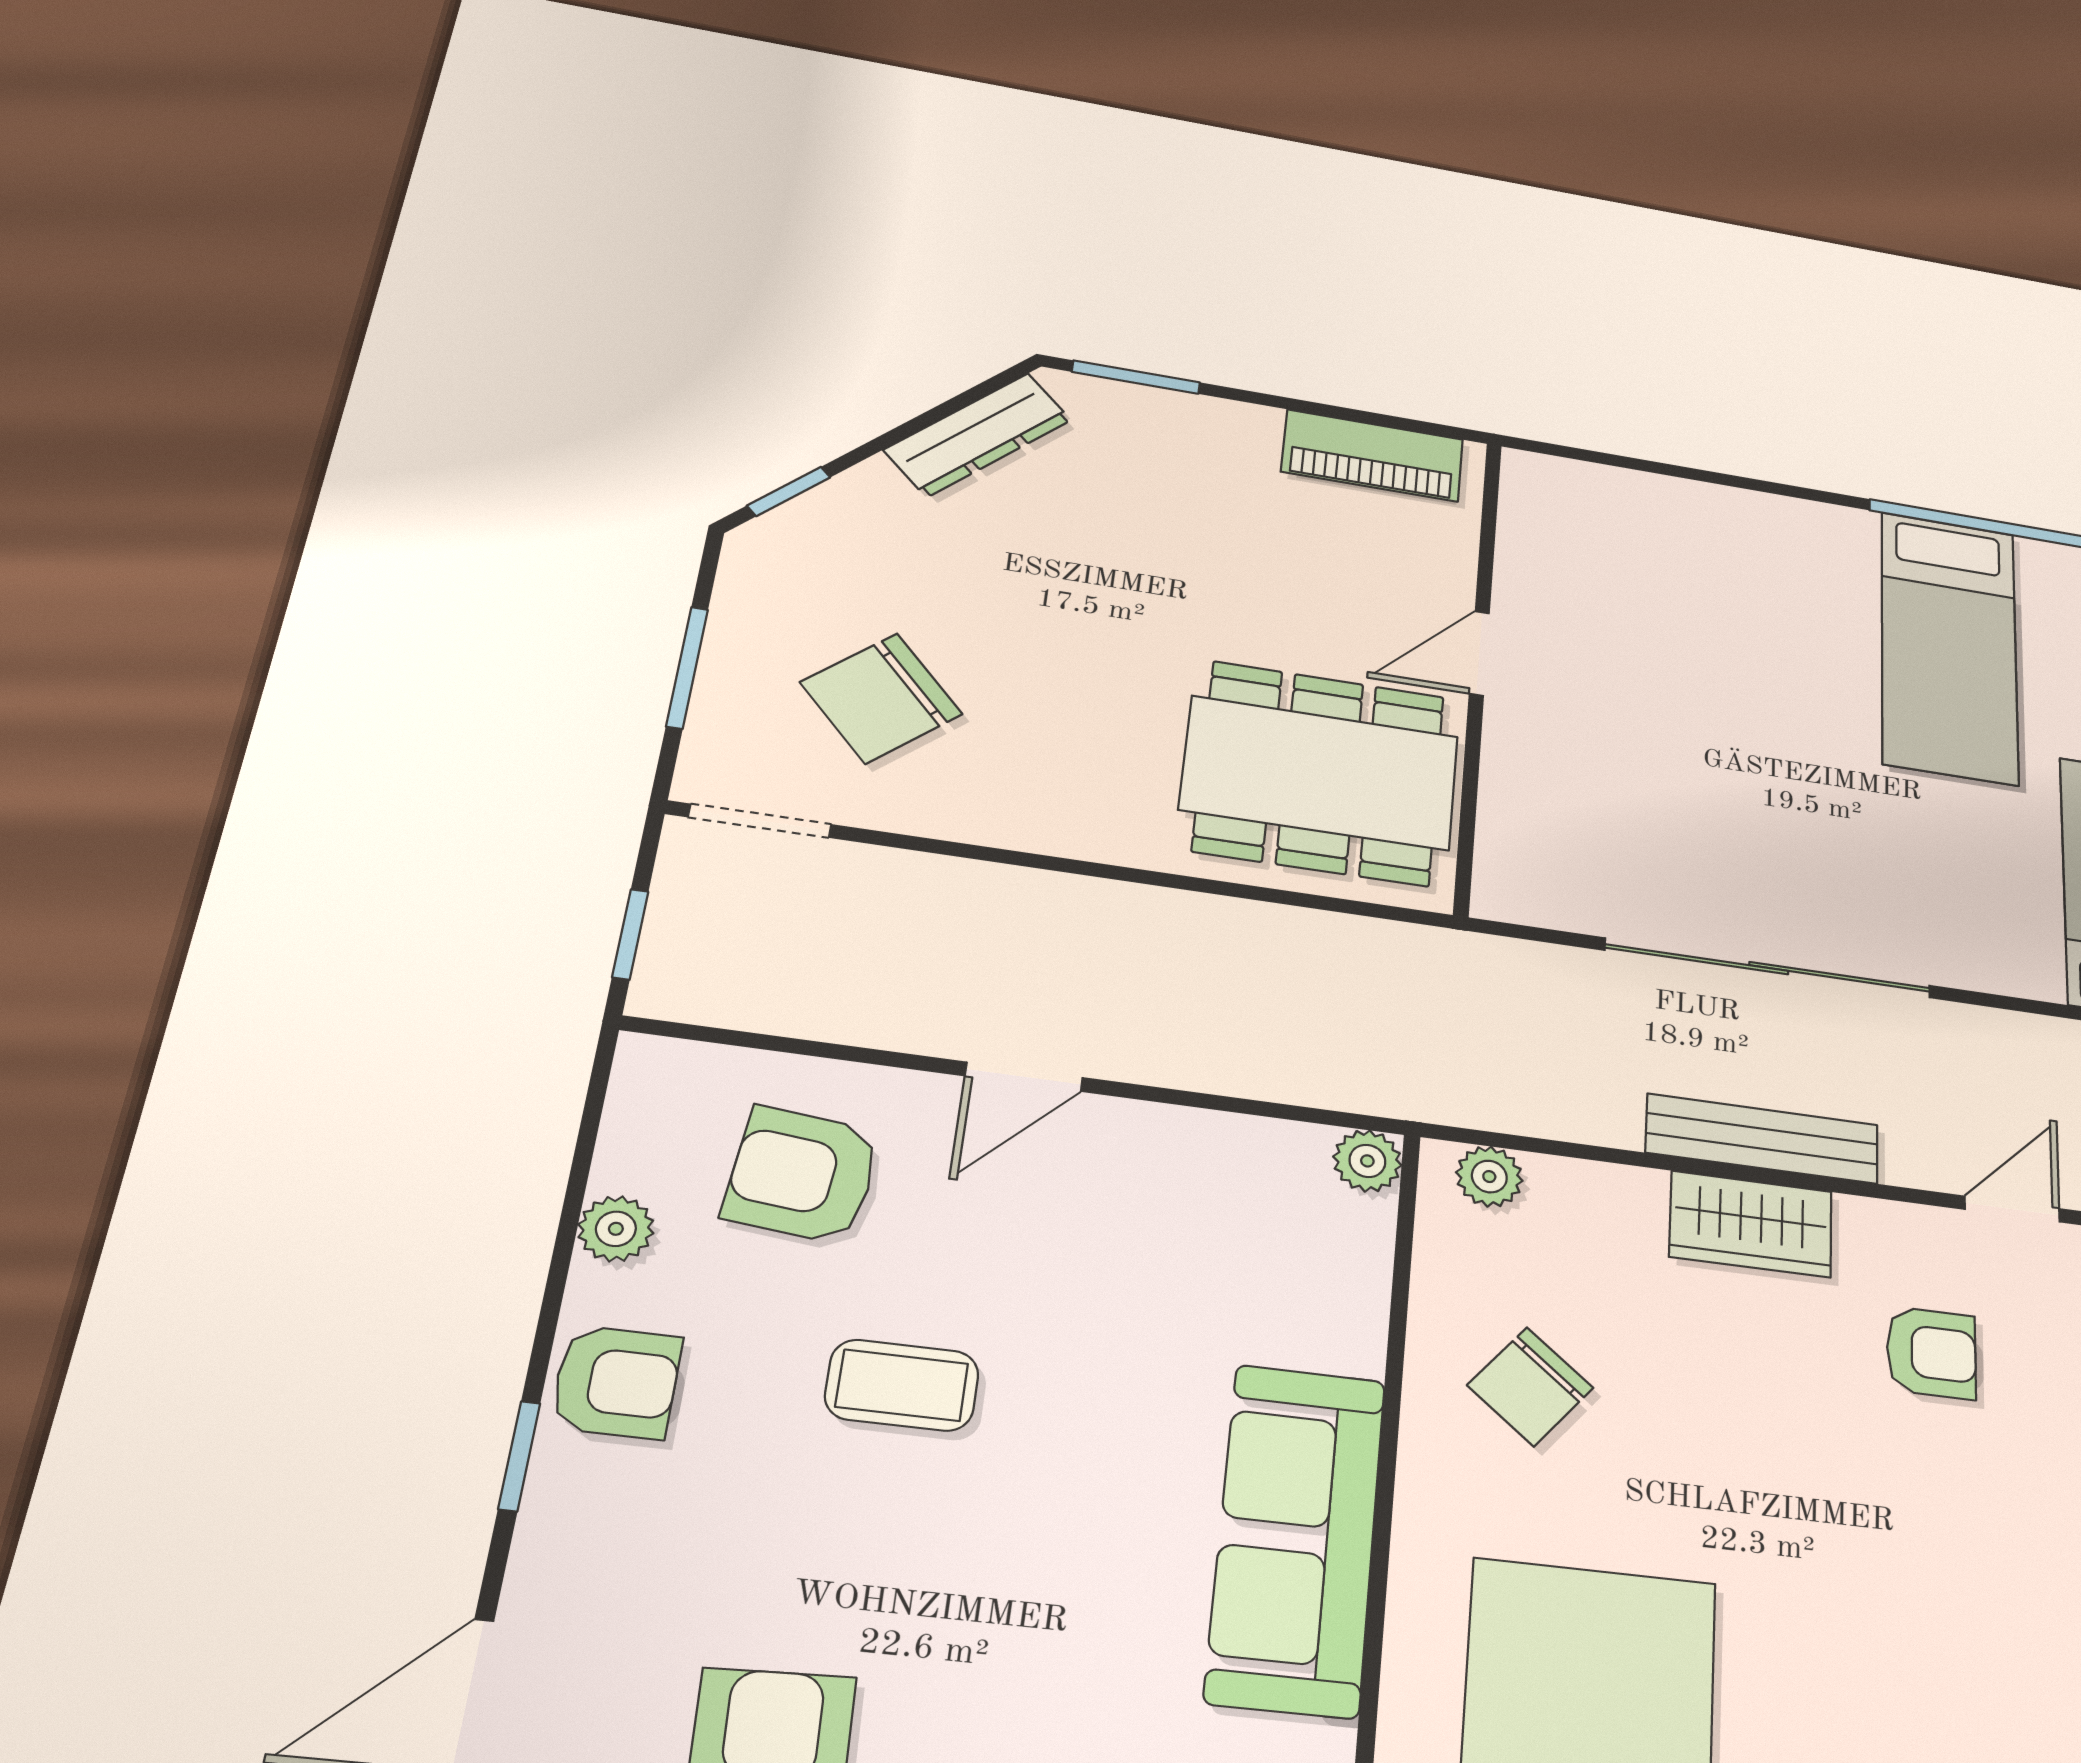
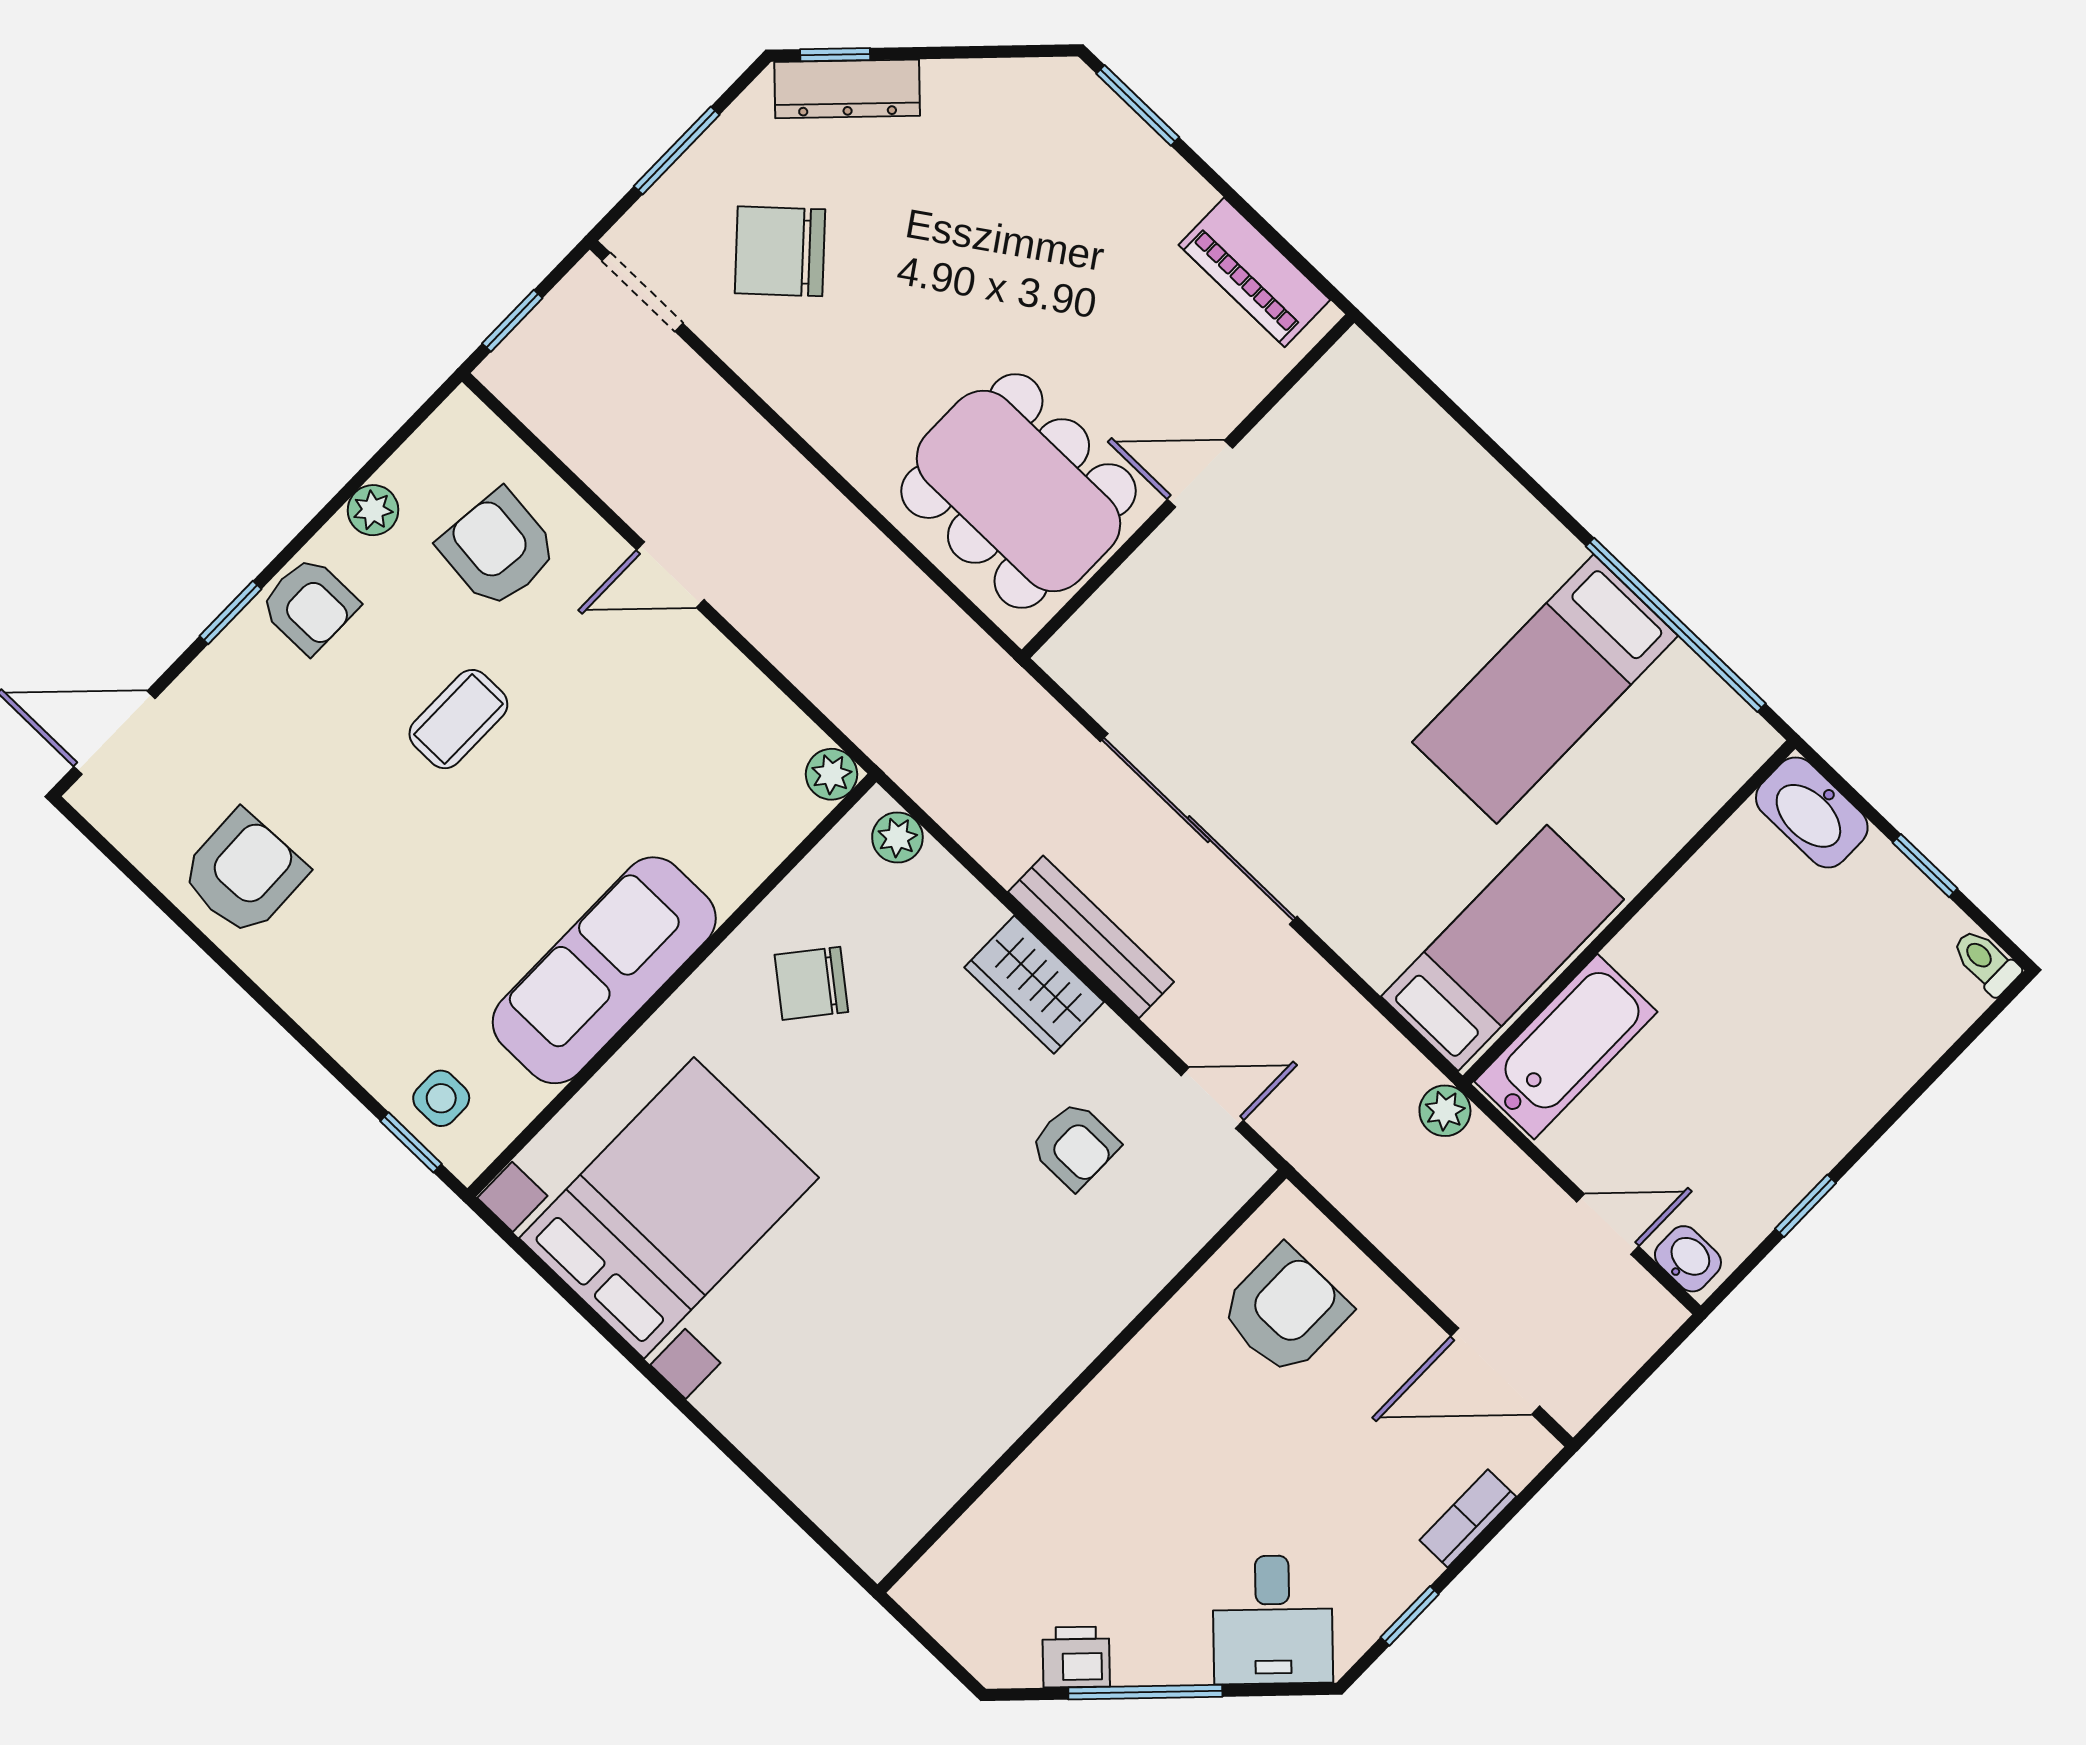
dresser: (978, 435) -> (847, 89), moved
coffee table: (902, 1385) -> (458, 719), turned 90

